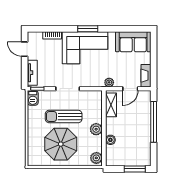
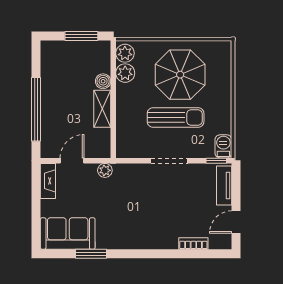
window: (88, 29) -> (91, 254), moved
corner sofa: (85, 48) -> (142, 224), removed
door: (25, 49) -> (236, 222), swing flipped
shelving: (111, 105) -> (102, 109), moved
plant: (96, 129) -> (125, 73), moved
window: (135, 169) -> (81, 36), moved

